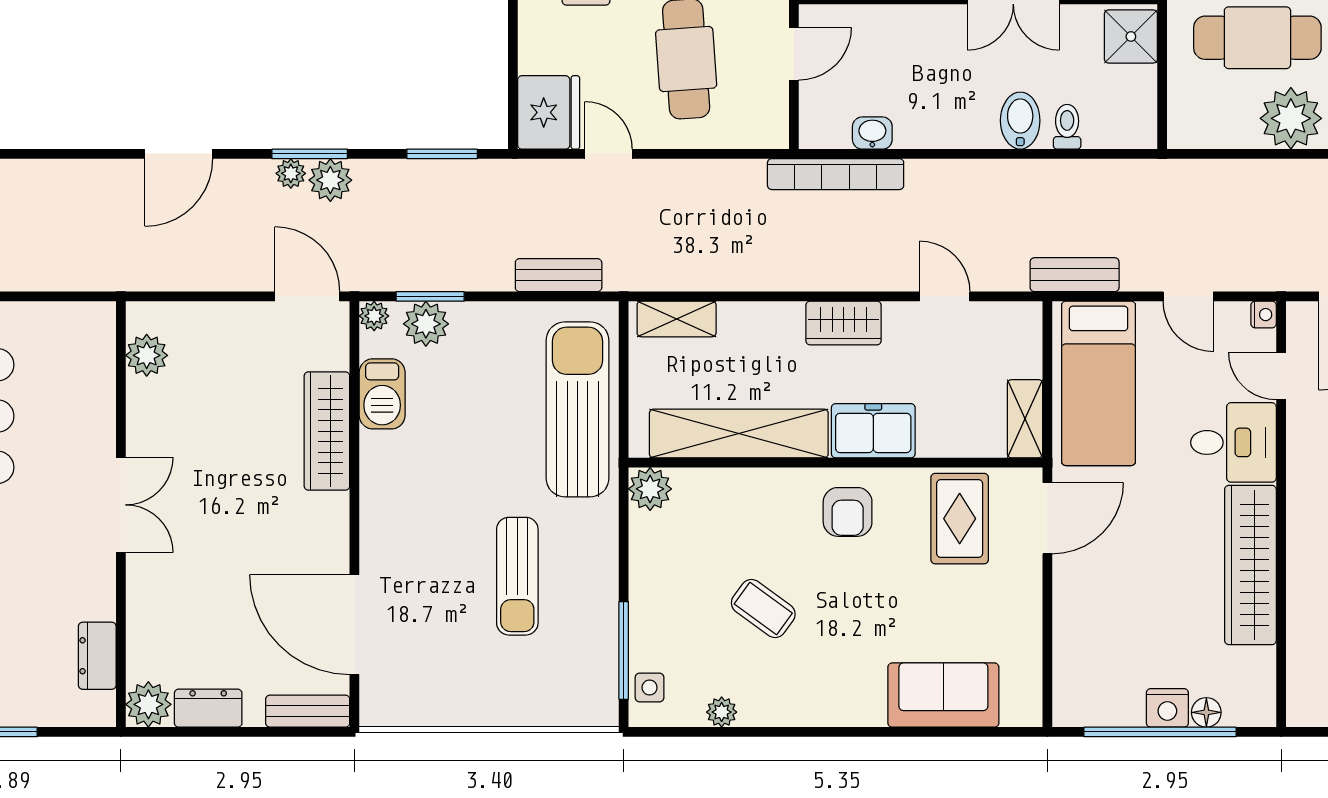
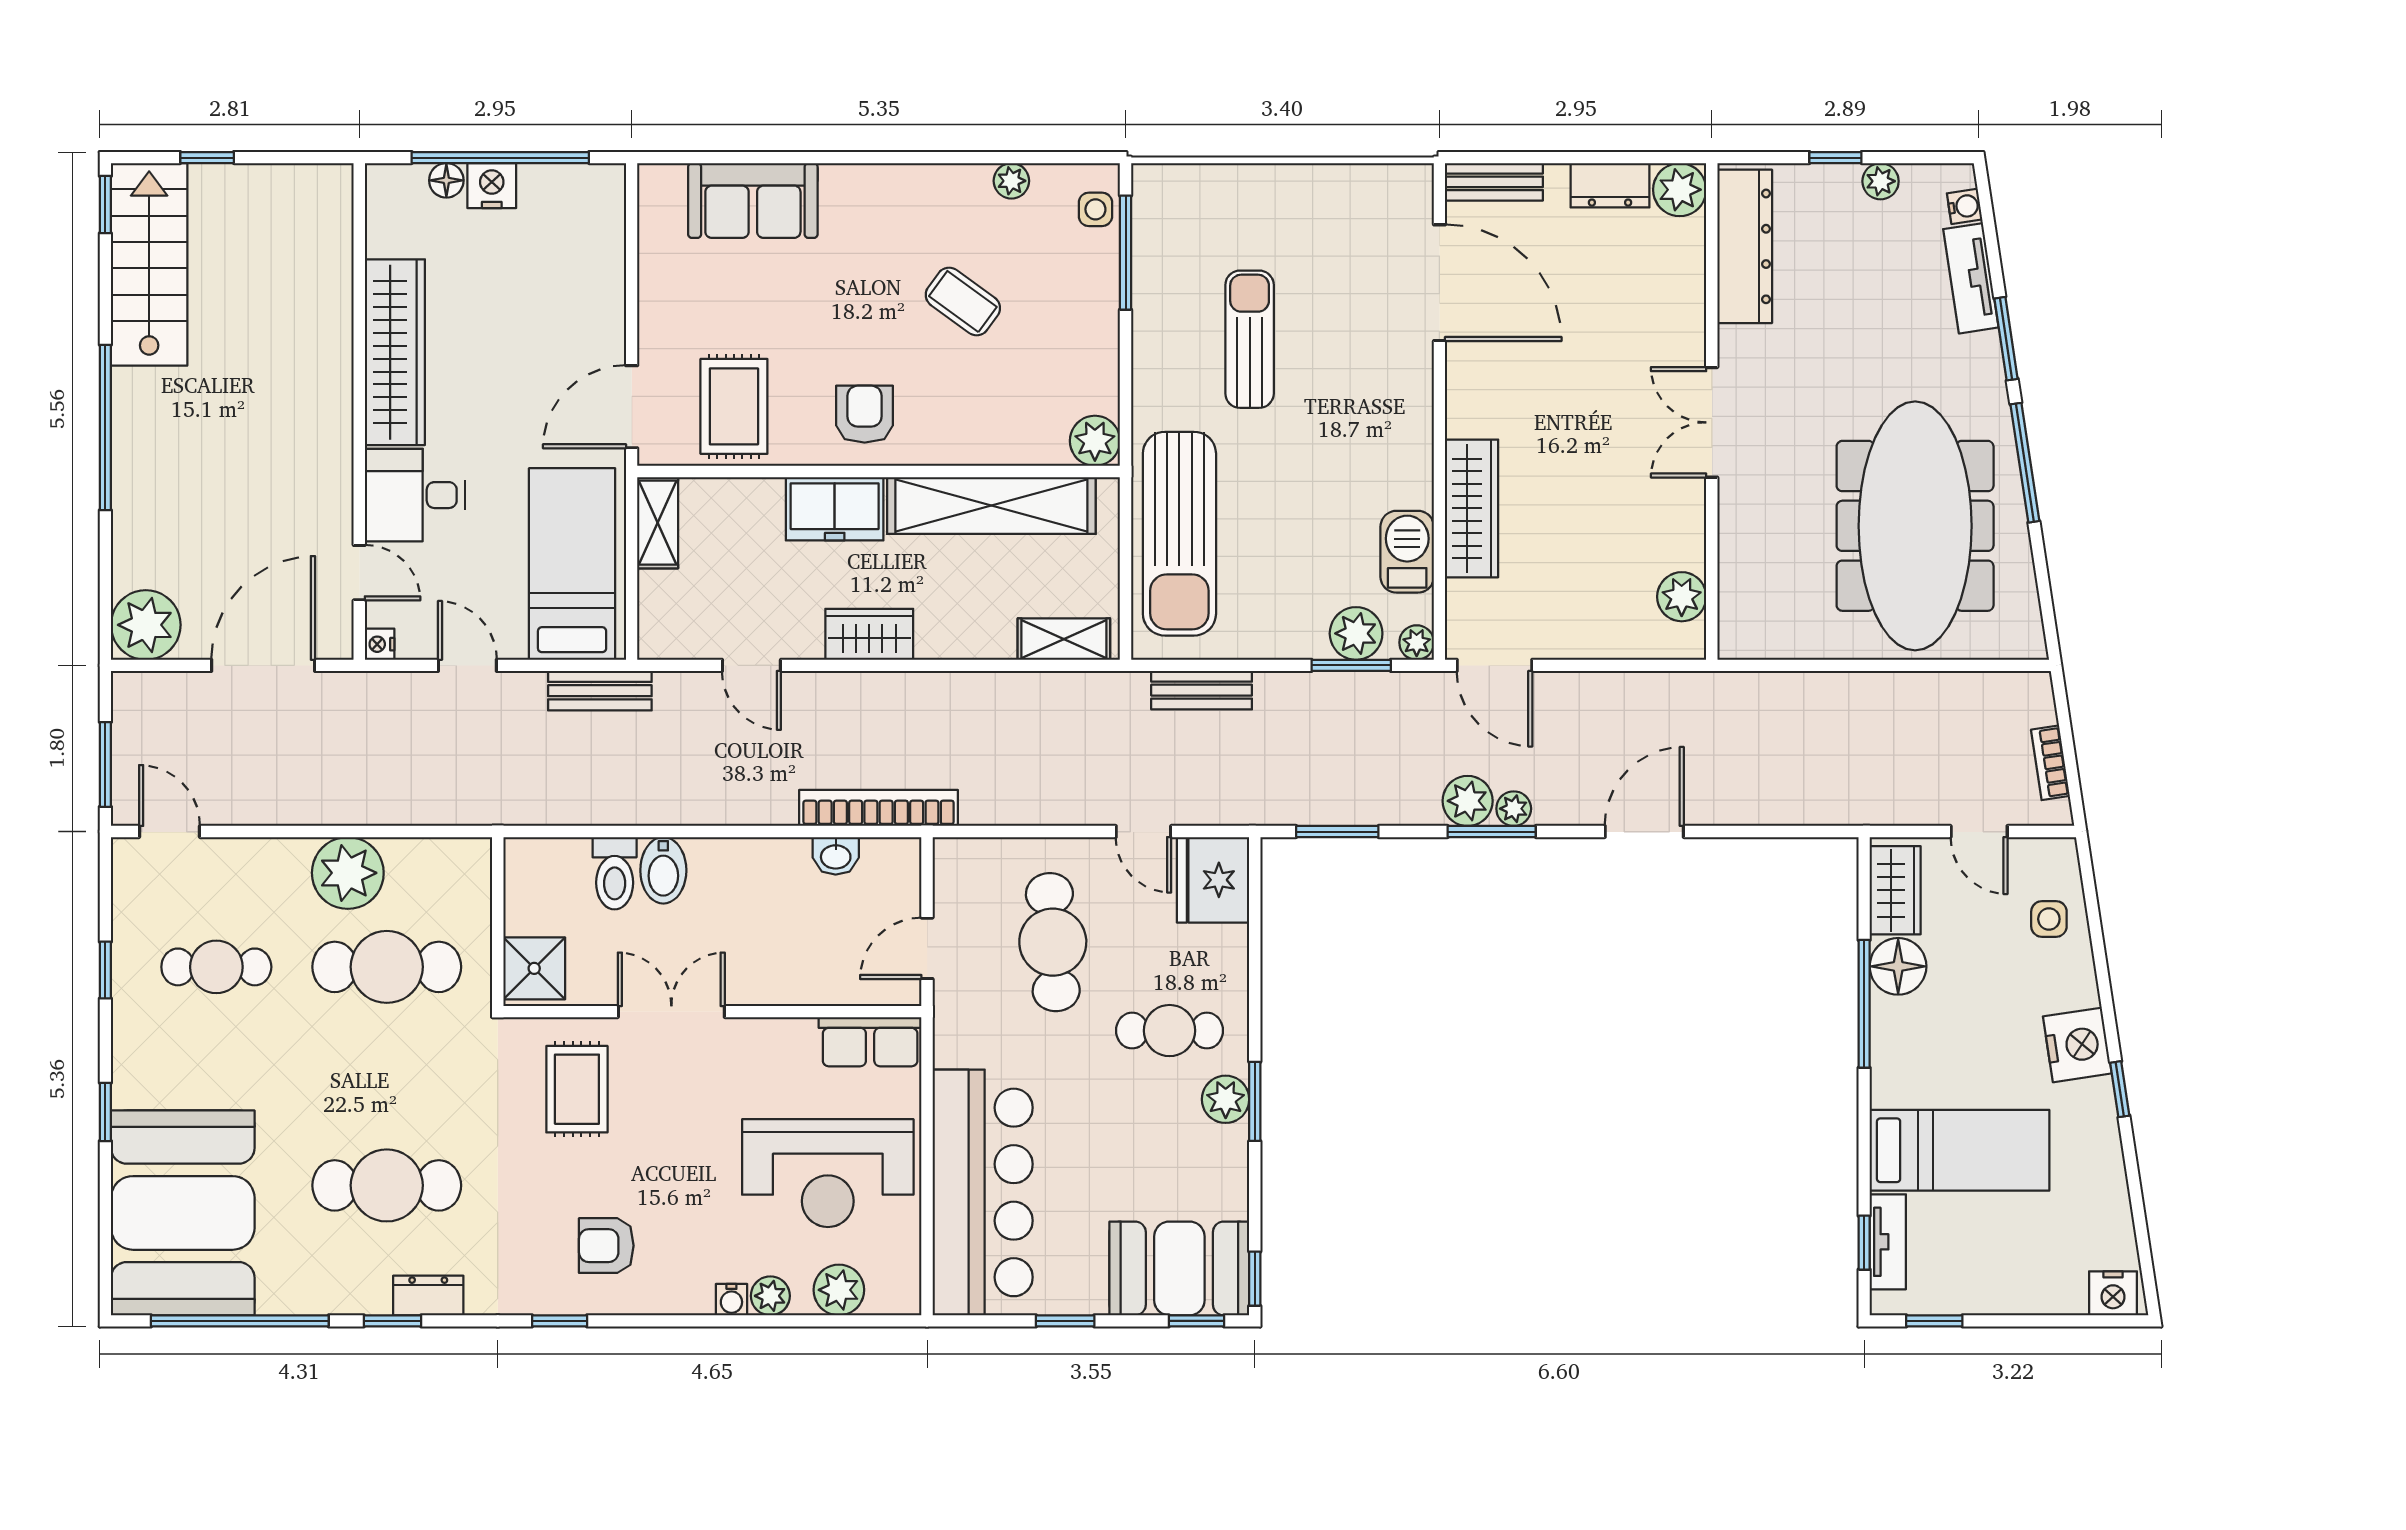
toilet: (1067, 127) -> (615, 873), width x1.37, depth x1.39
dresser: (97, 656) -> (1745, 246), width x1.96, depth x1.24

